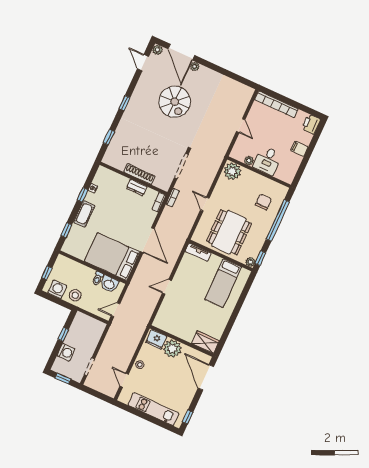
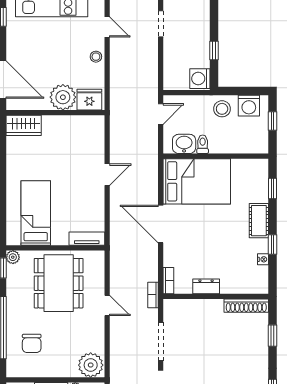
shoe rack: (139, 174) -> (246, 306), moved
washing machine: (66, 352) -> (200, 79), moved

